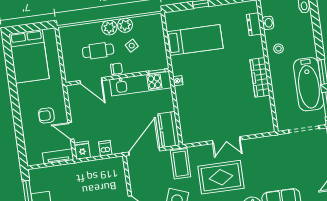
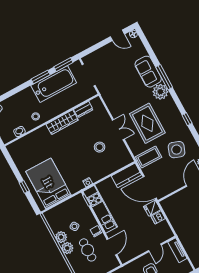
dresser: (254, 24) -> (83, 109), moved
bed: (195, 40) -> (48, 183), width x1.50
stool: (214, 110) -> (100, 147), added
fridge: (82, 150) -> (152, 208), moved

